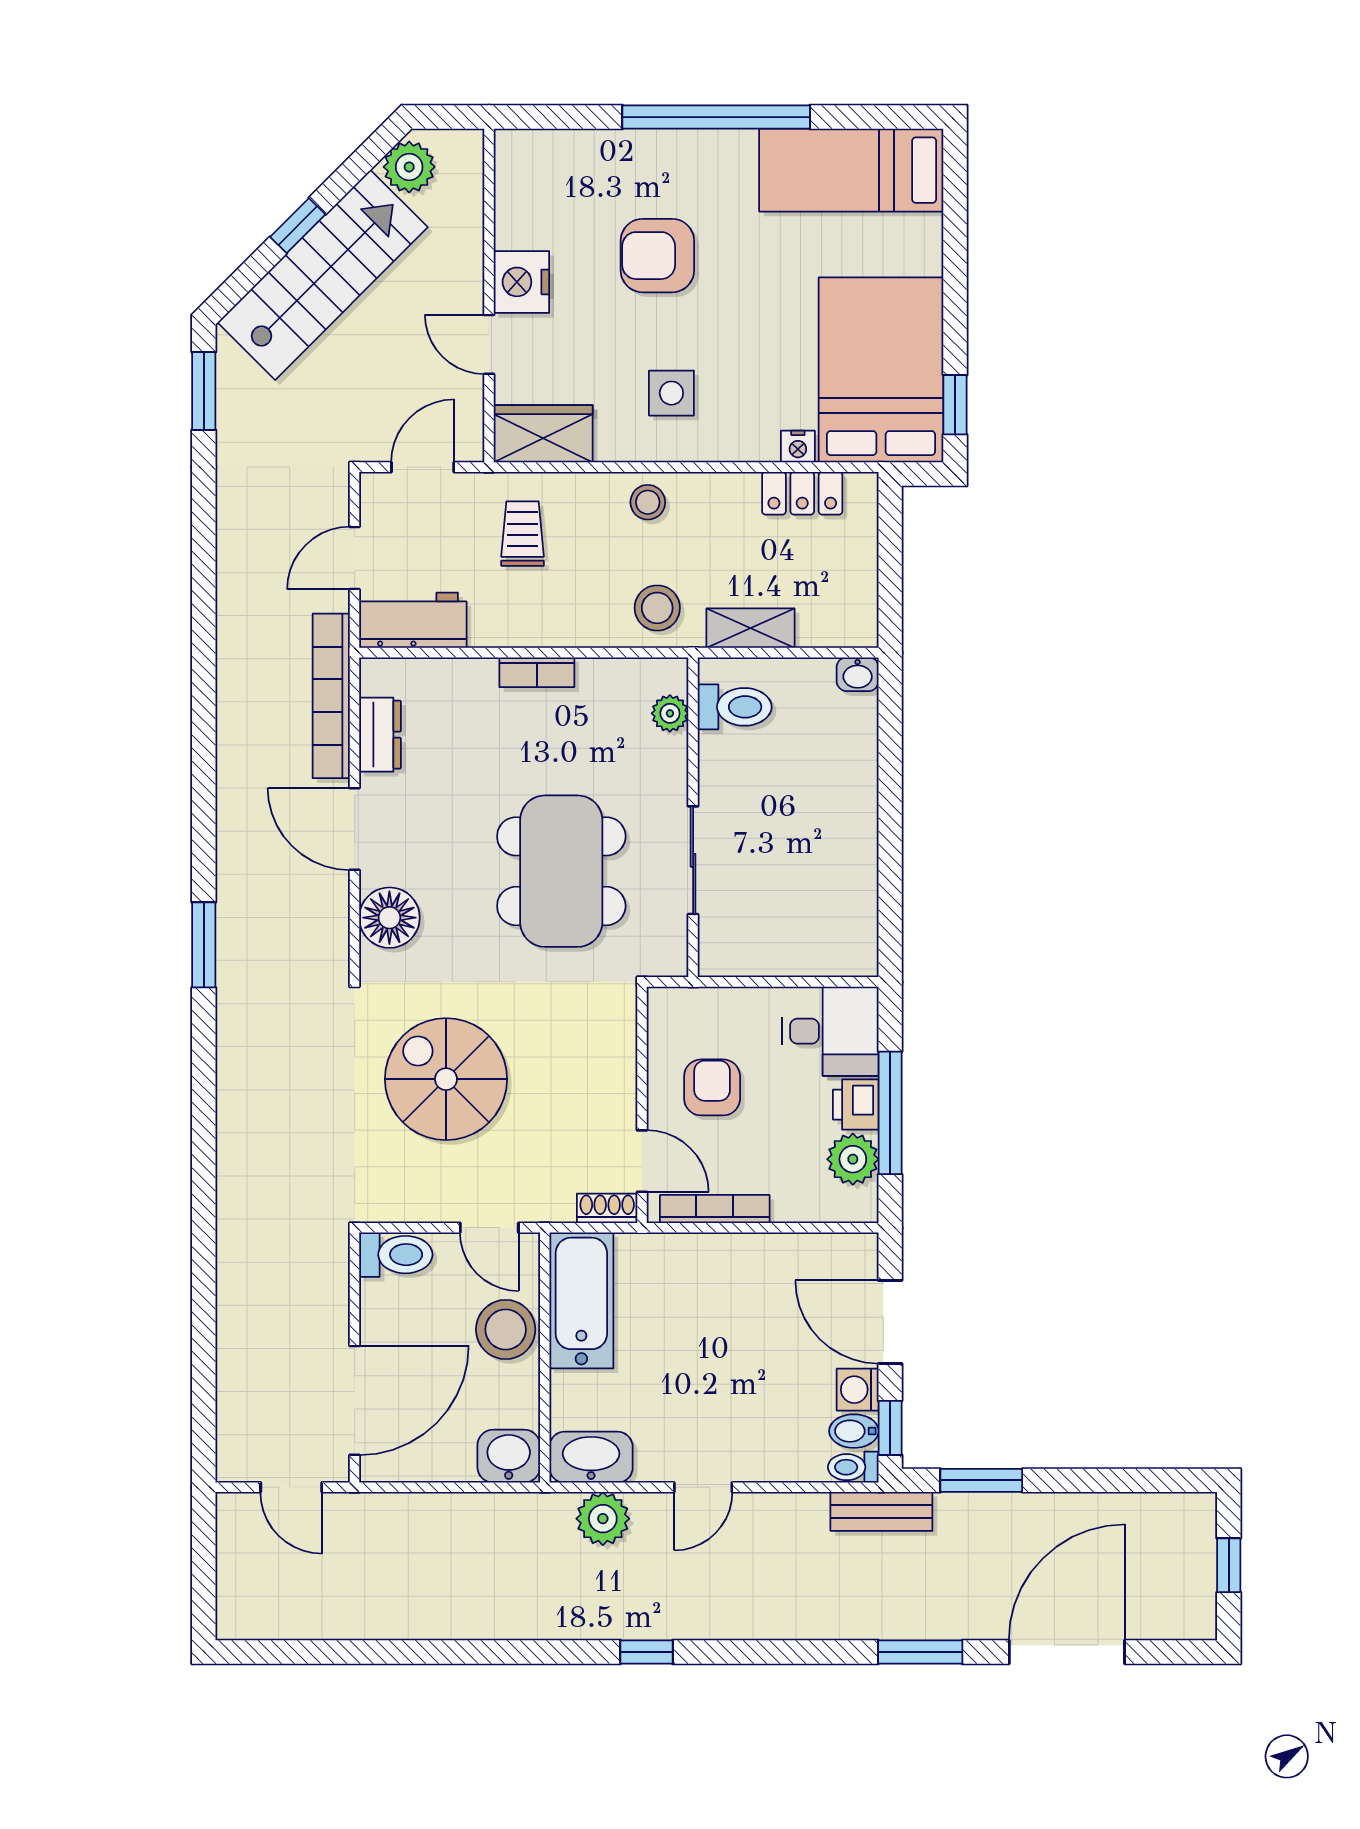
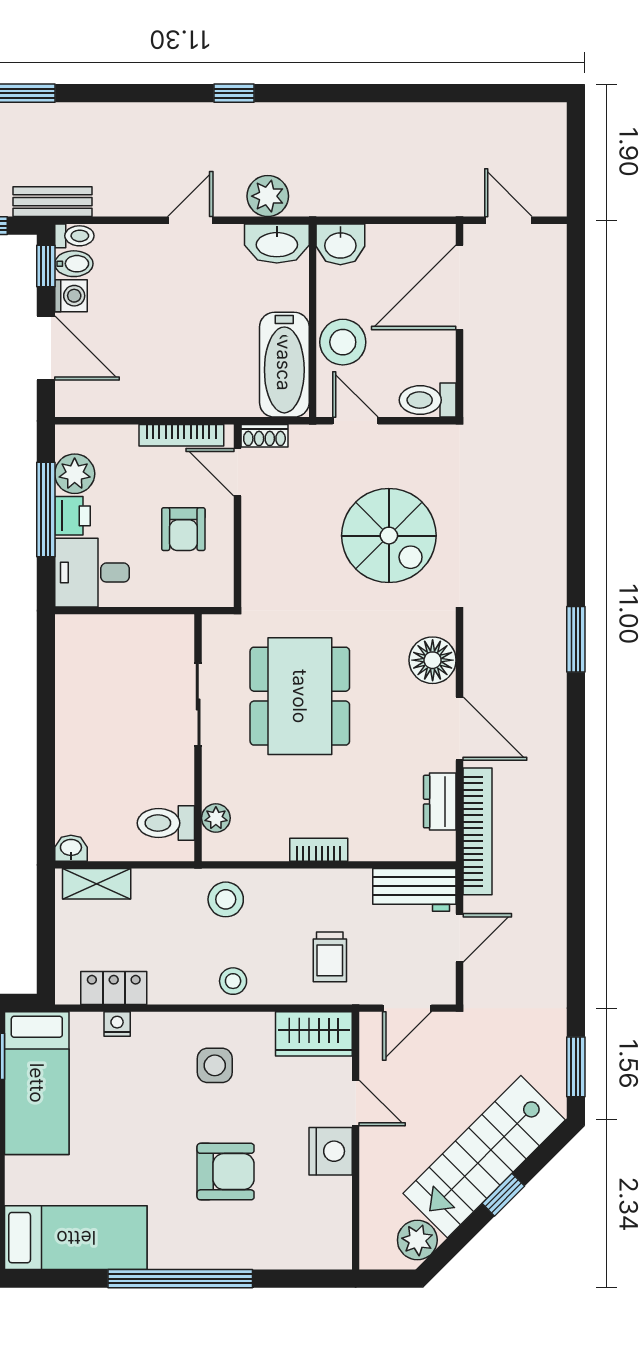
bed: (881, 370) -> (37, 1083), width x0.67
shelving: (750, 628) -> (97, 884), moved

